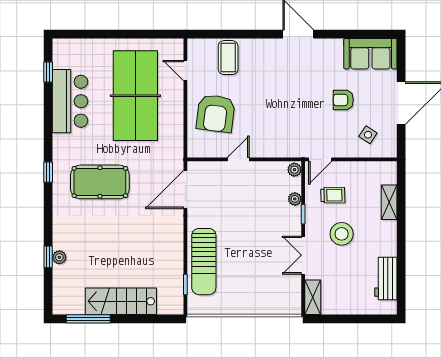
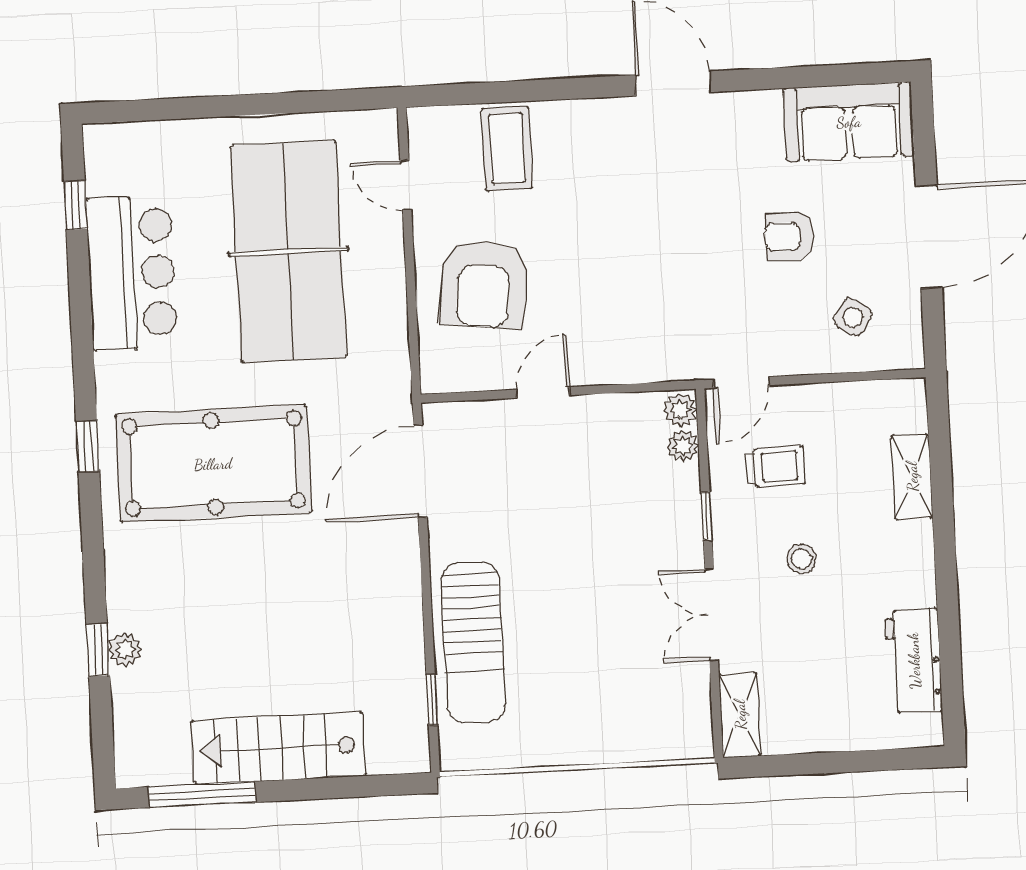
pool table: (100, 182) -> (213, 464), width x1.36, depth x1.32
plant: (295, 199) -> (683, 446), moved
stool: (342, 234) -> (802, 559), width x0.53, depth x0.53

